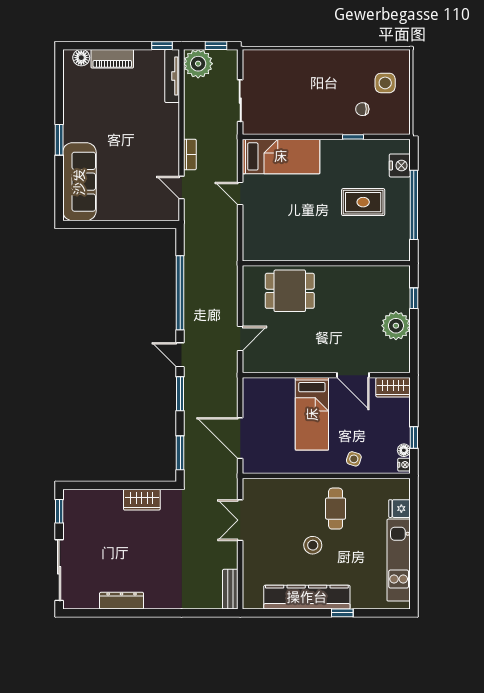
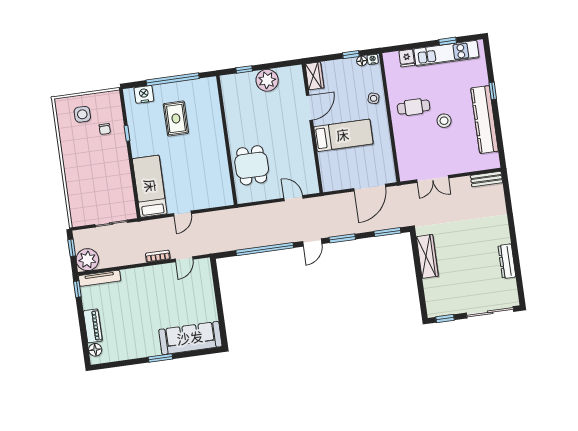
wardrobe: (142, 500) -> (427, 256), width x1.50
window: (414, 564) -> (448, 41), added

